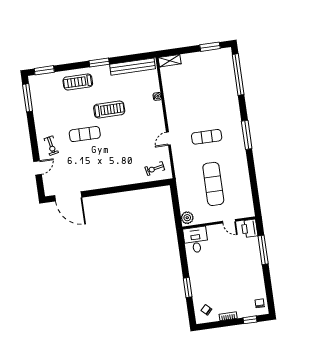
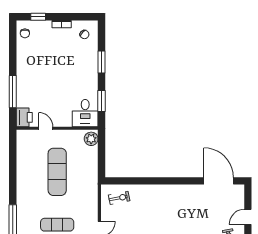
window: (183, 253) -> (102, 101), added

